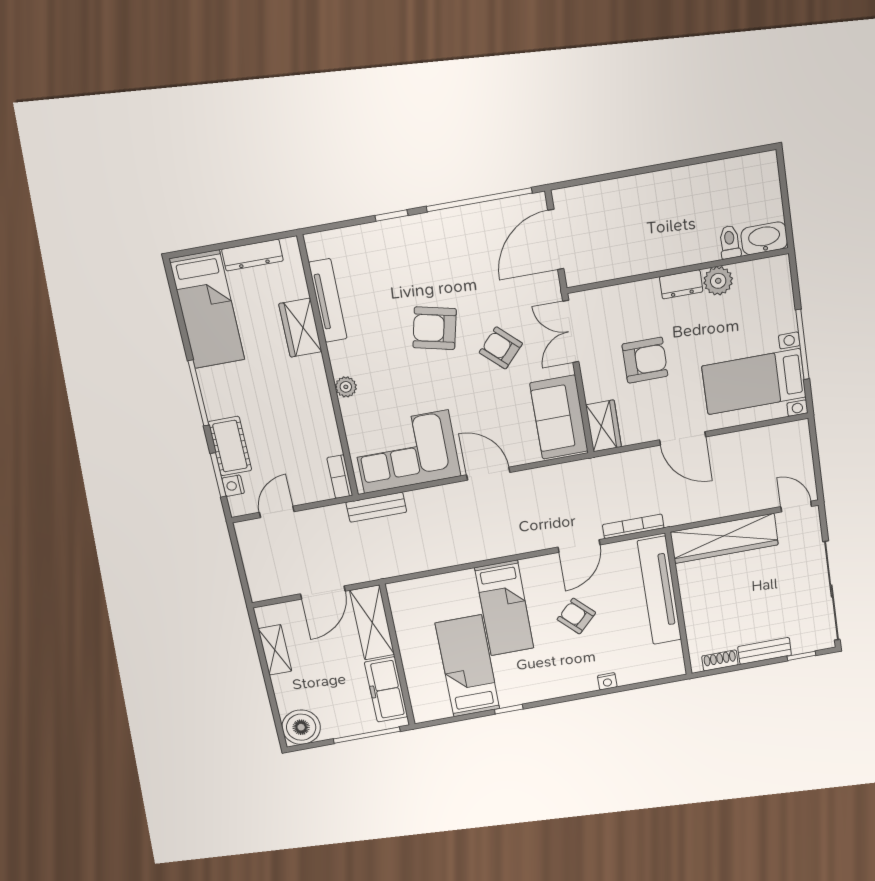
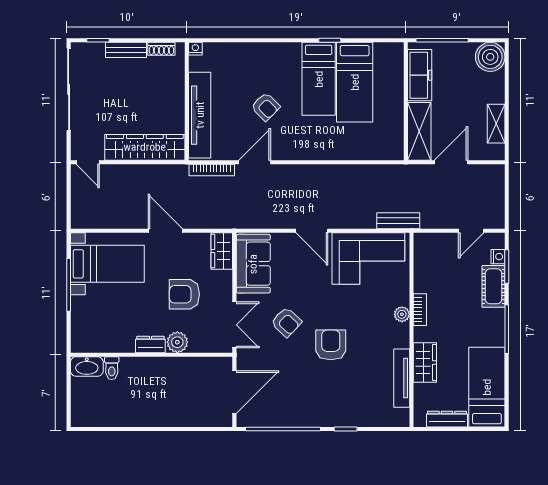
plant: (718, 281) -> (177, 342), moved
armchair: (435, 328) -> (331, 345), turned -103
bookcase: (340, 477) -> (420, 310), moved
bed: (504, 608) -> (319, 79), moved, turned 180
nightstand: (607, 681) -> (195, 49), moved

